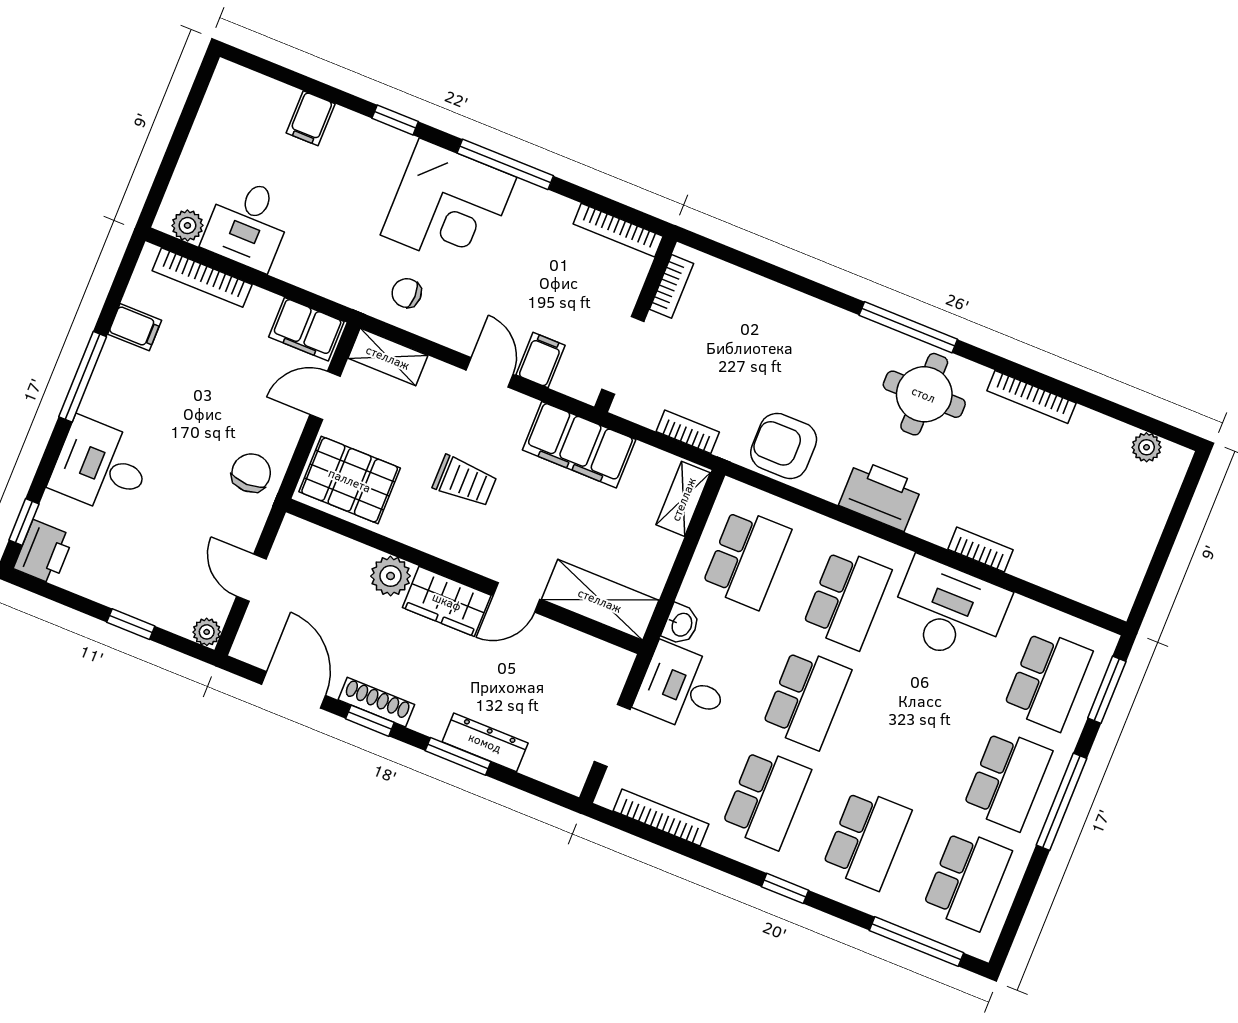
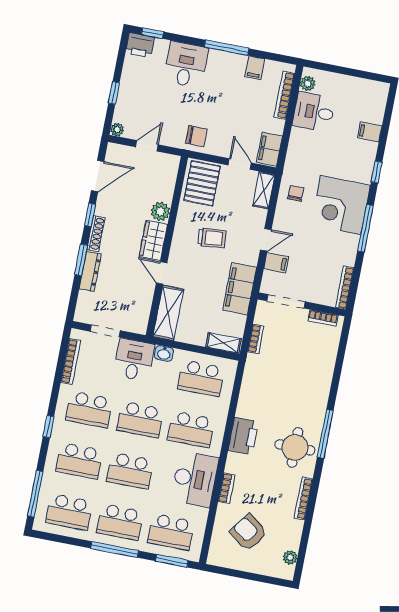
armchair: (784, 446) -> (249, 532), moved, turned -54
trolley: (465, 481) -> (212, 238), turned -95
shoe rack: (376, 702) -> (96, 234), moved
school desk: (907, 739) -> (130, 471), added

